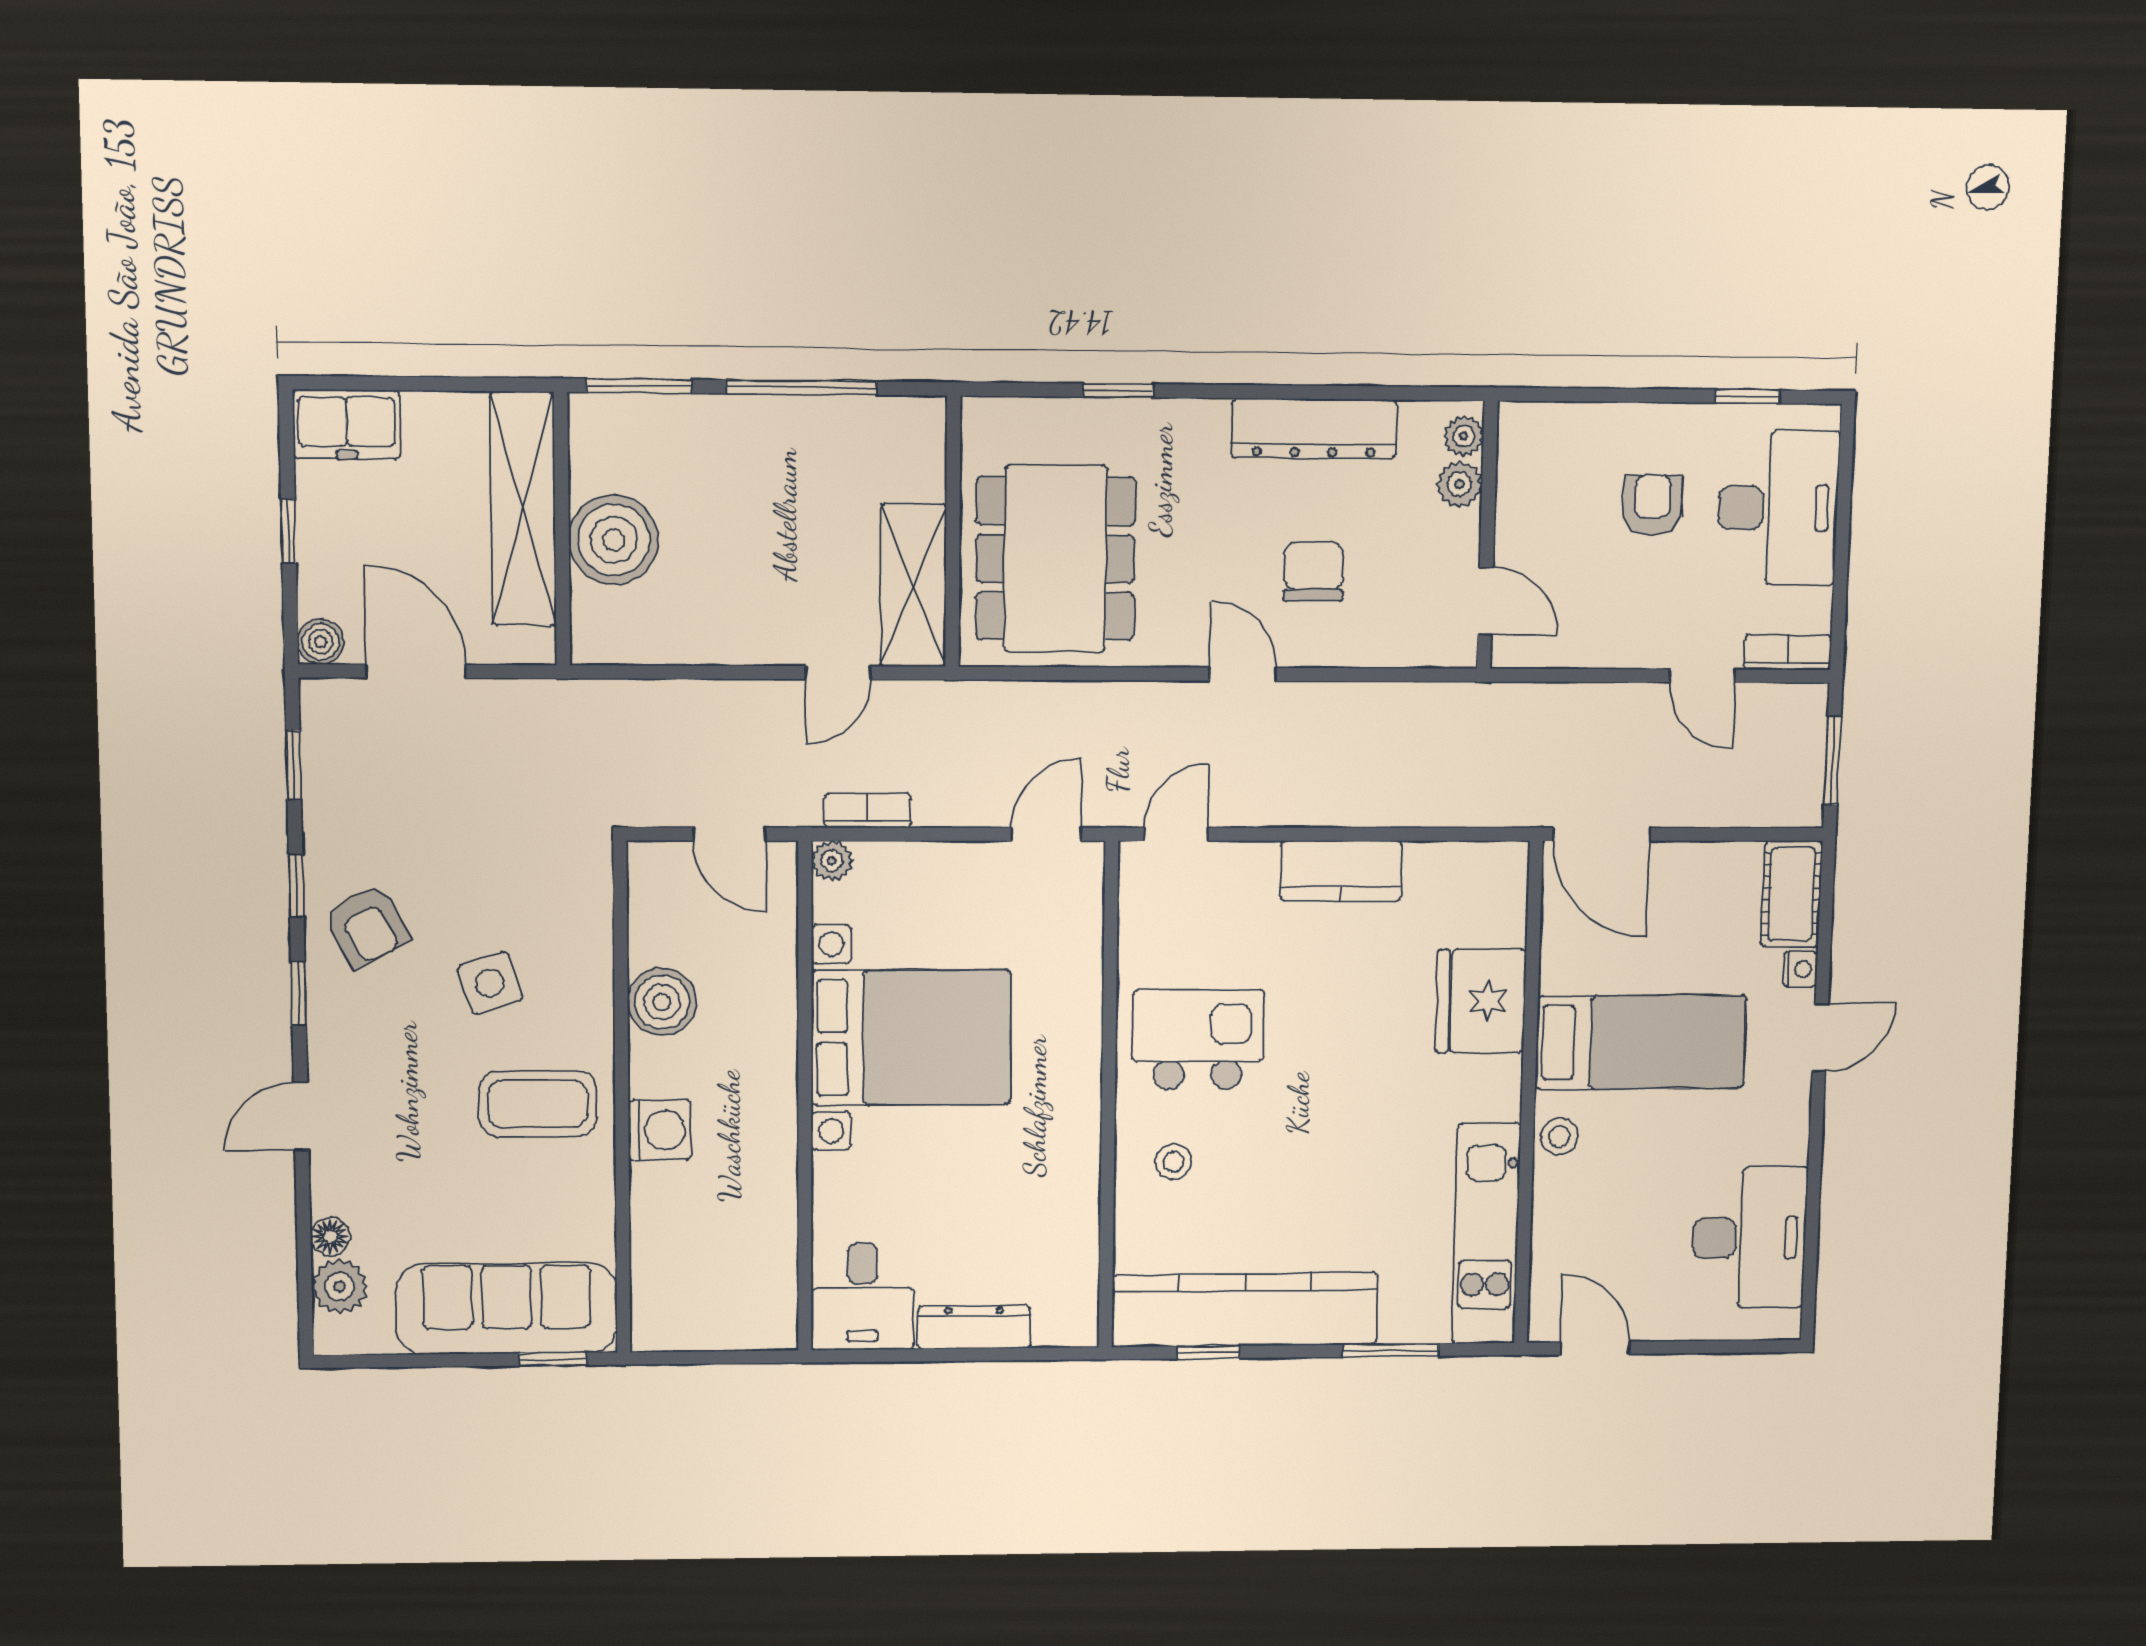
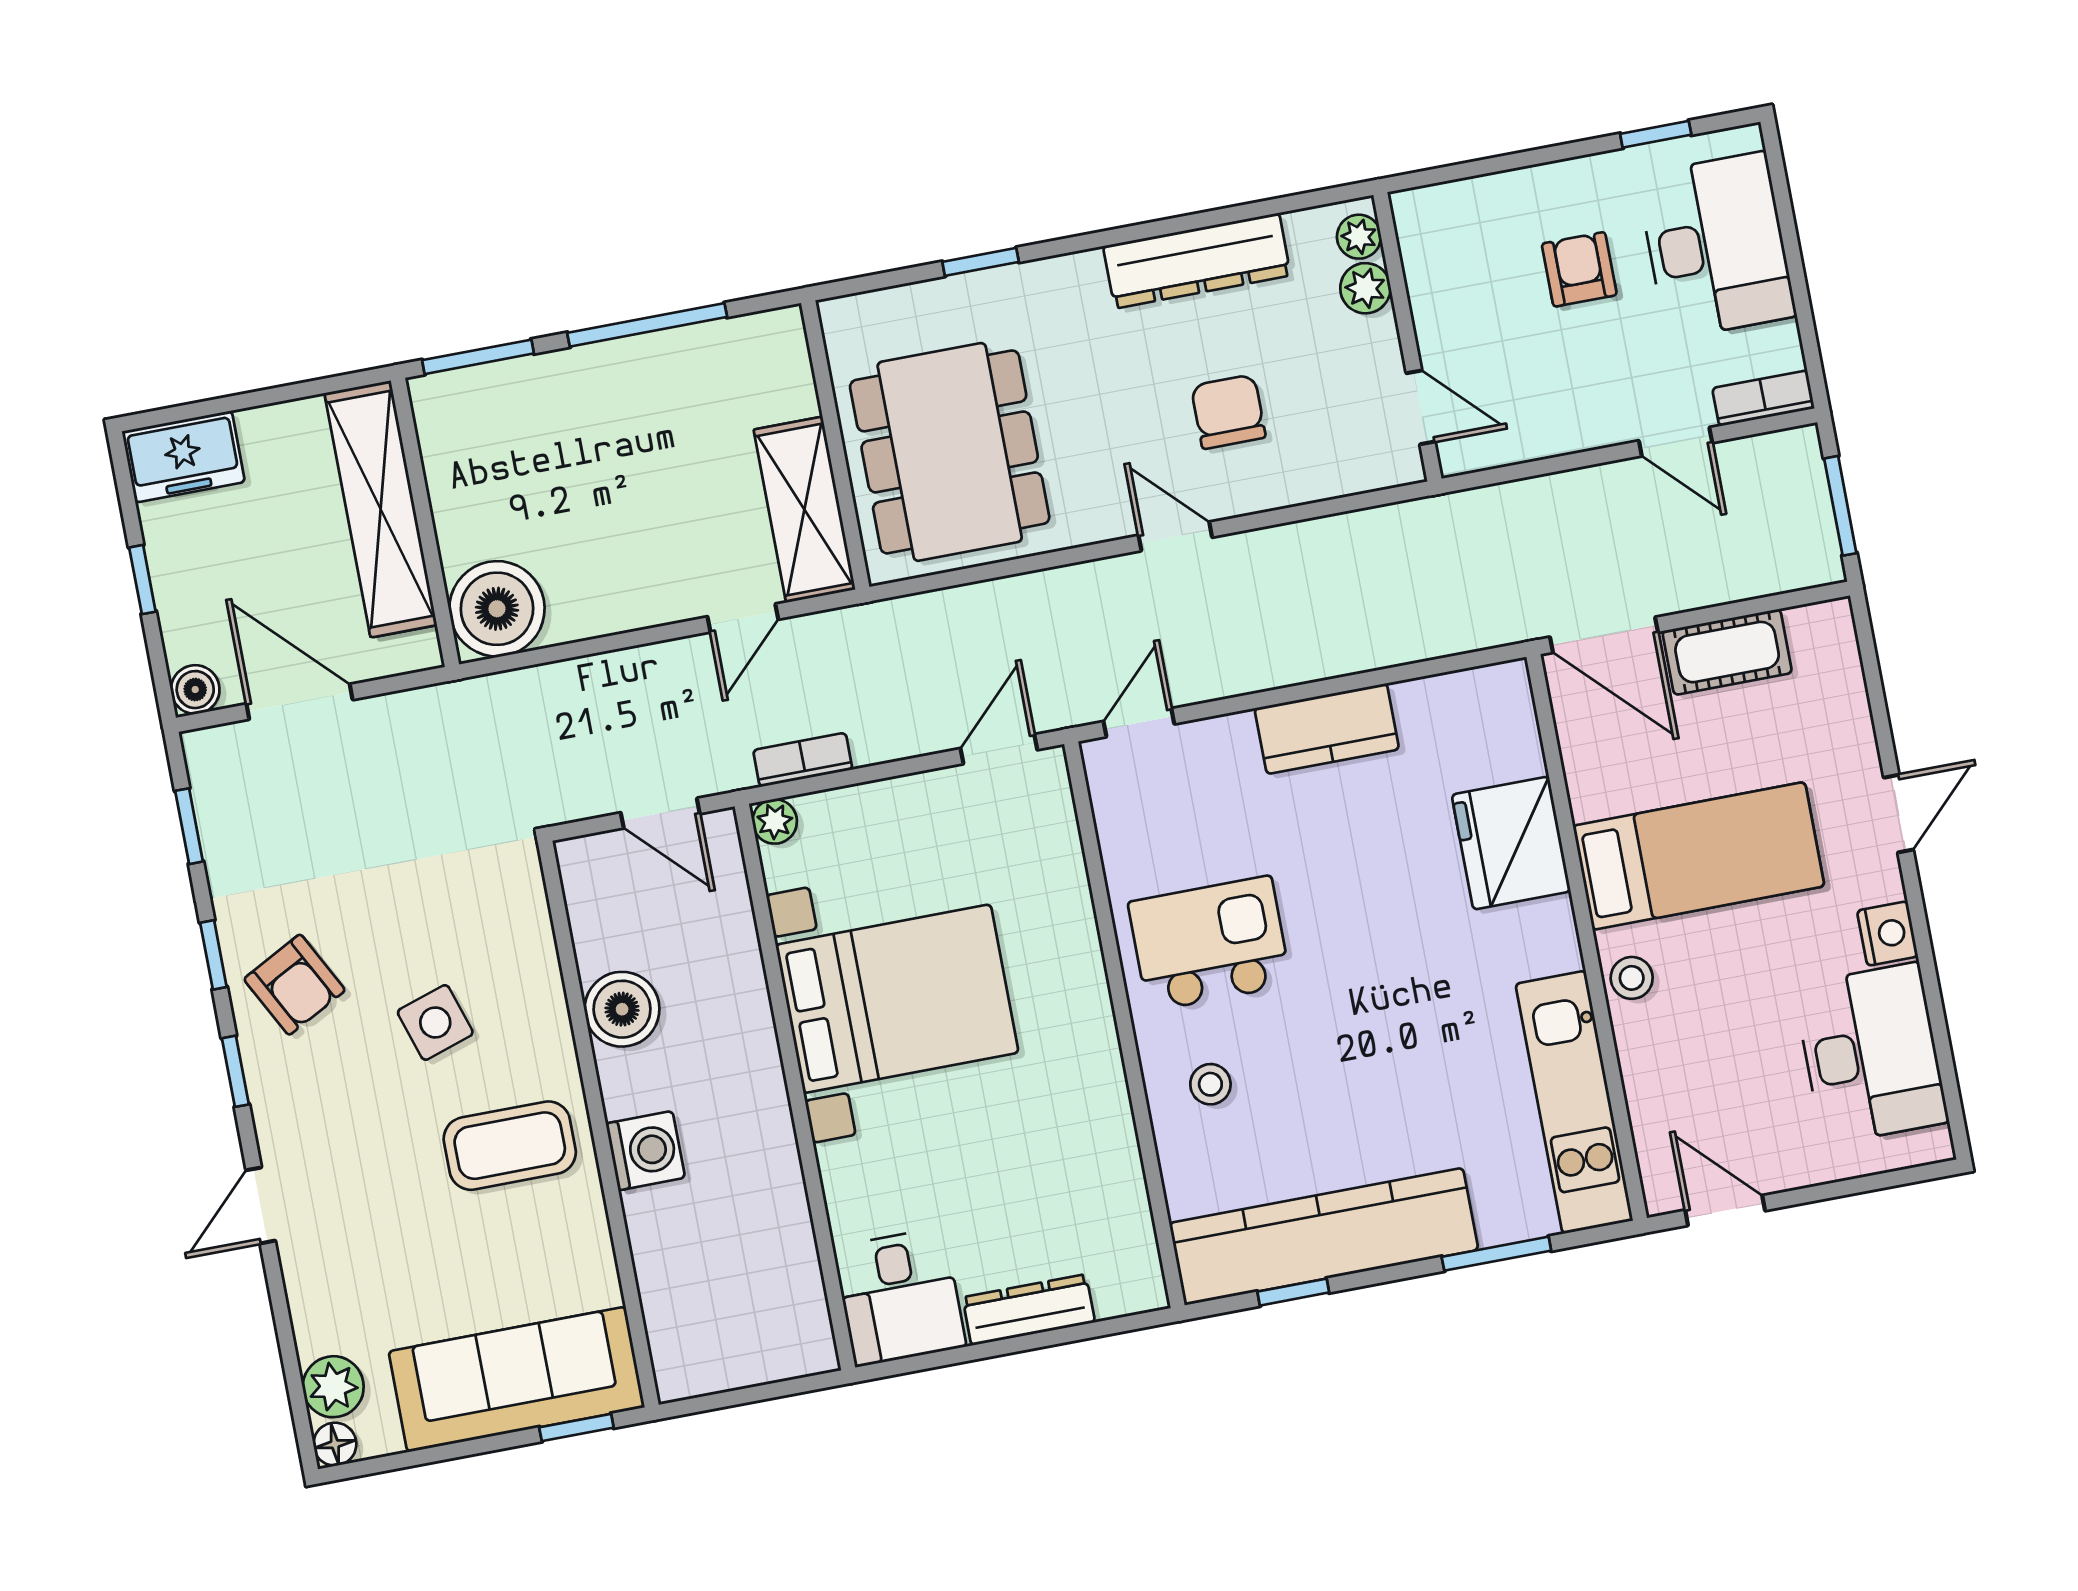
boiler: (614, 540) -> (497, 609), moved
cot: (1792, 894) -> (1727, 652), moved, turned 90
nightstand: (1800, 969) -> (1888, 934), moved, width x1.39, depth x1.35
floor lamp: (330, 1236) -> (335, 1444), moved

